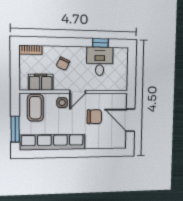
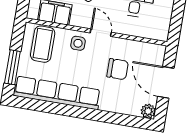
door: (78, 92) -> (101, 33), swing flipped
plant: (121, 143) -> (148, 111), added

